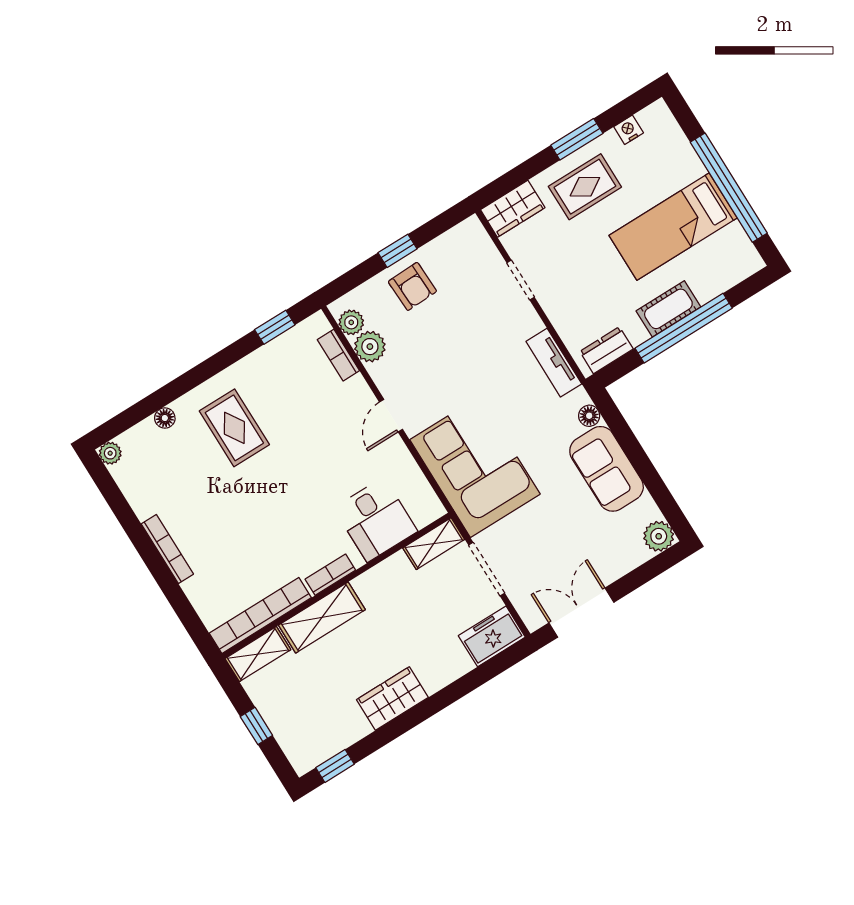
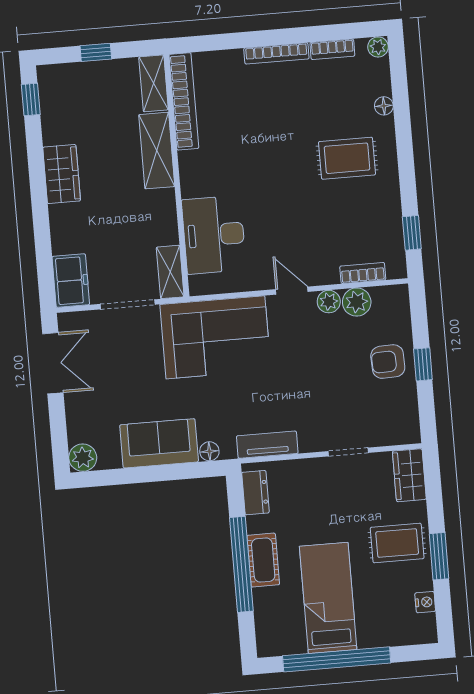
rug: (585, 187) -> (397, 543), turned 90
plant: (351, 322) -> (329, 302), moved
desk: (376, 520) -> (214, 235), width x1.37
bookcase: (330, 575) -> (332, 49), moved, turned 90

